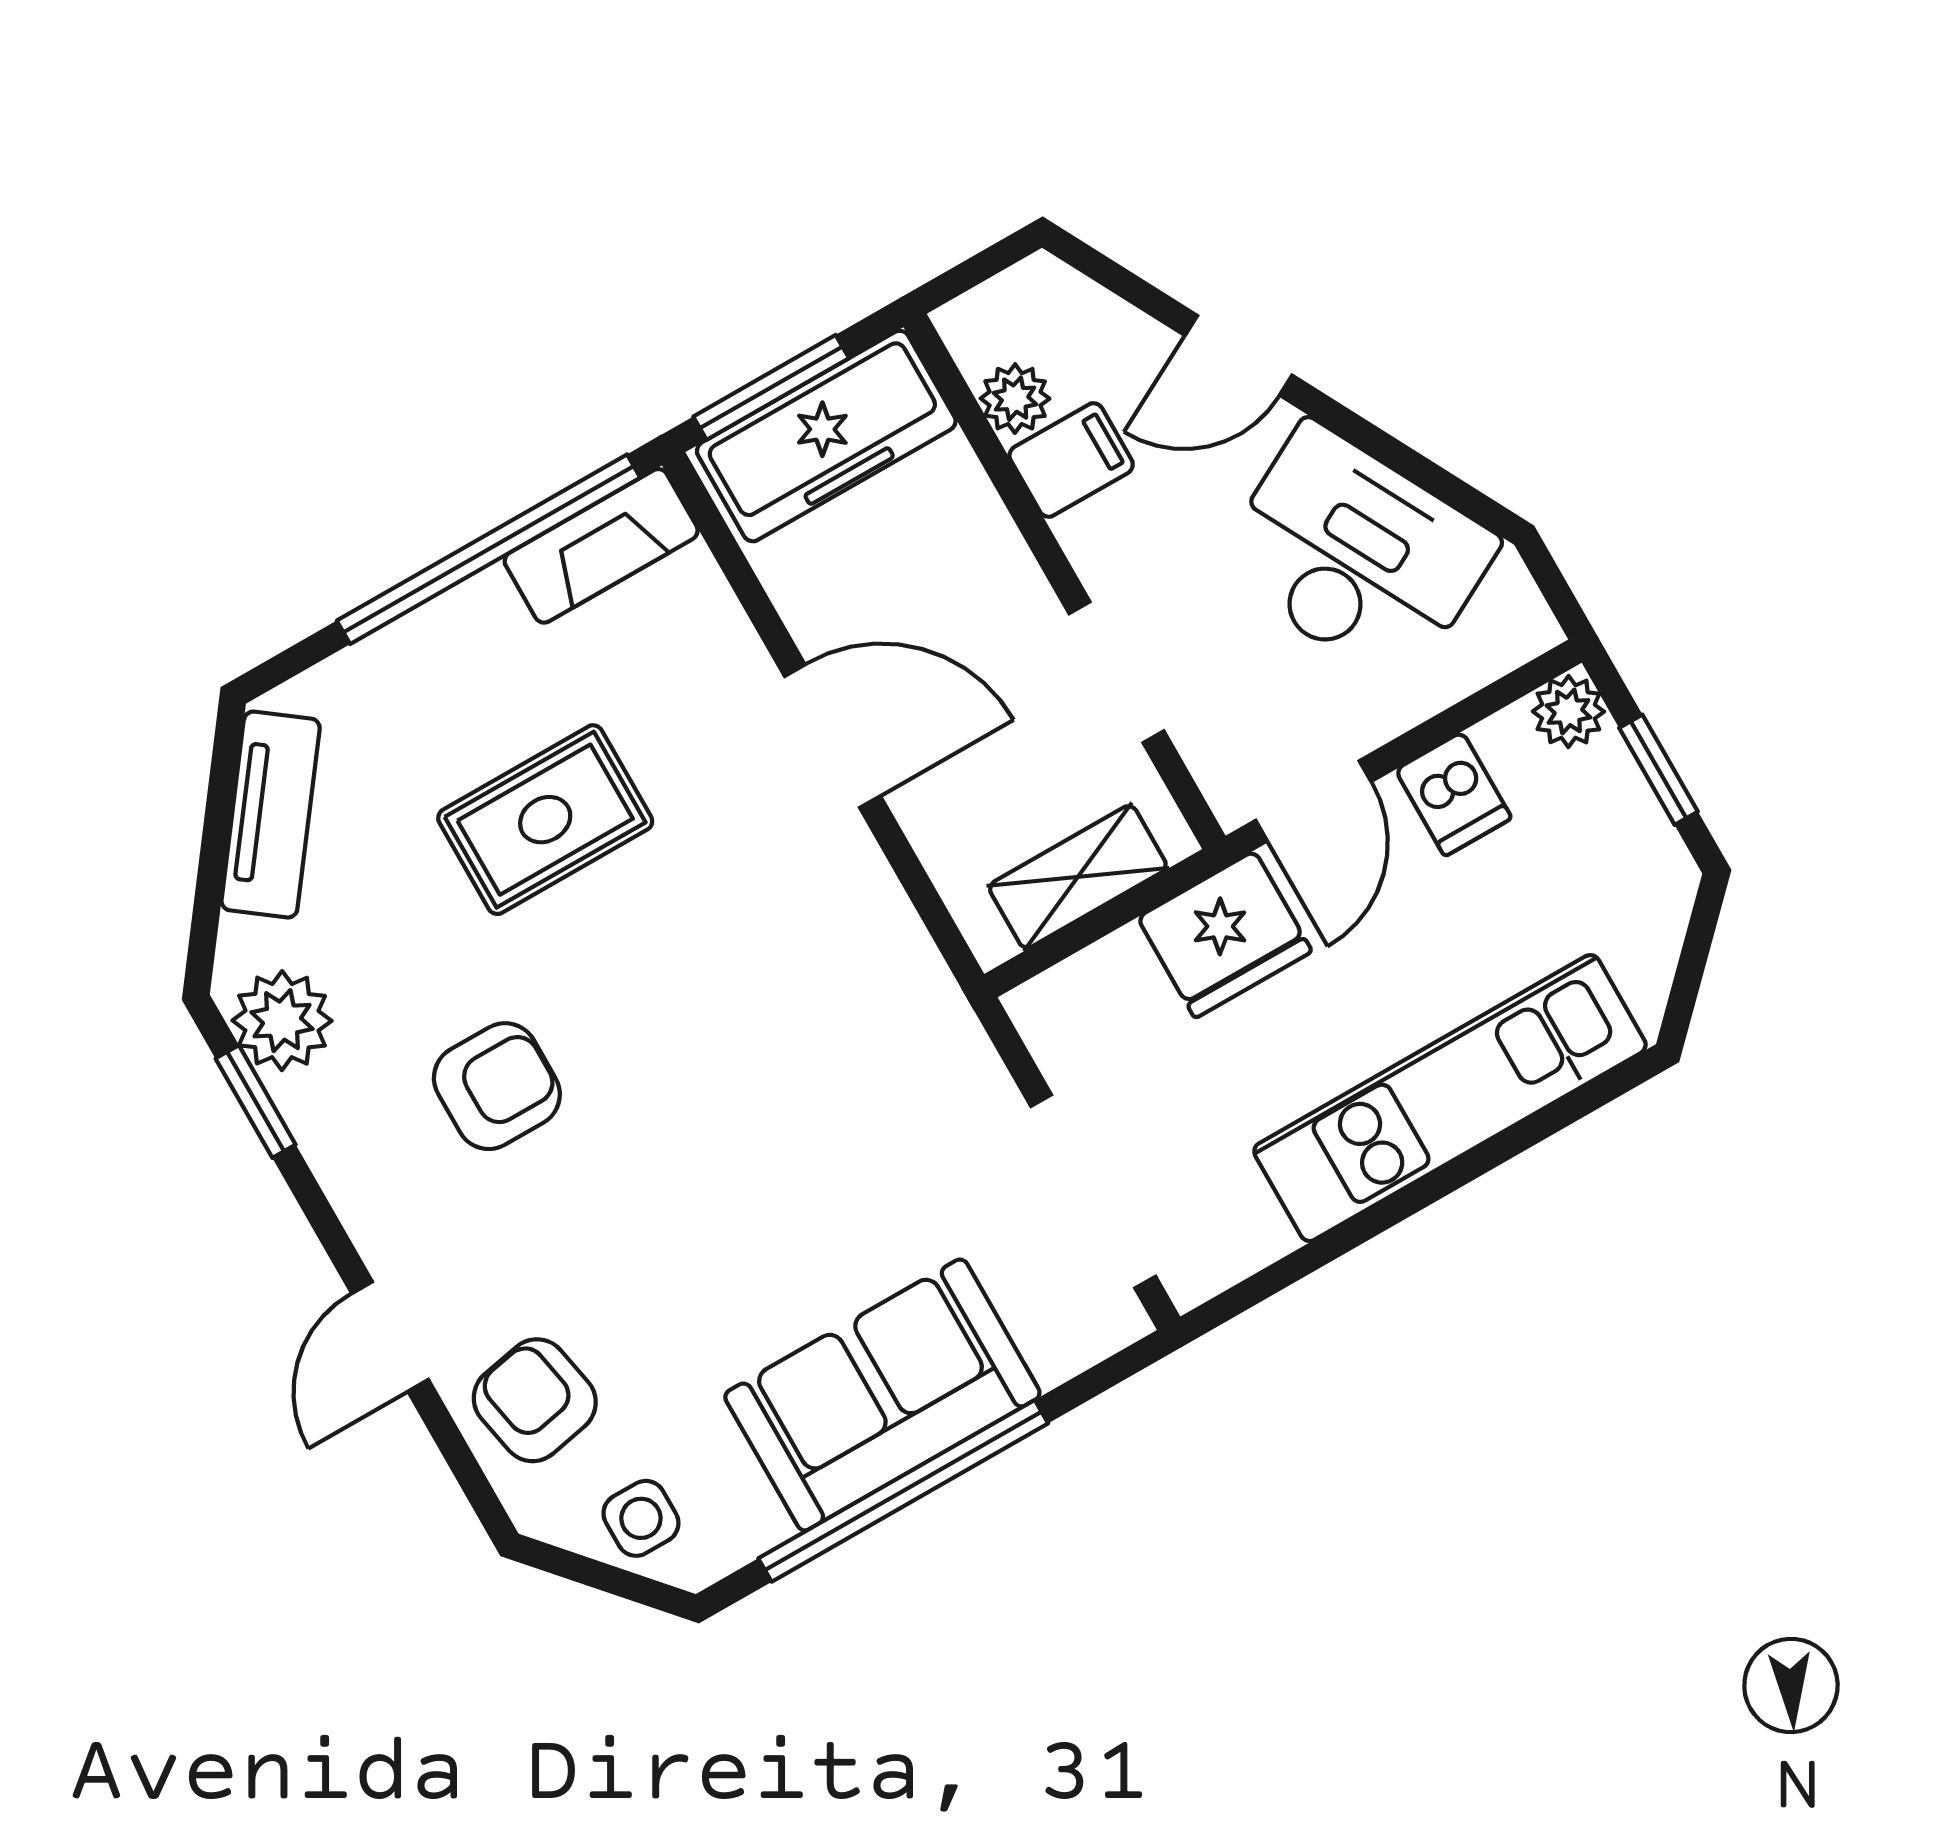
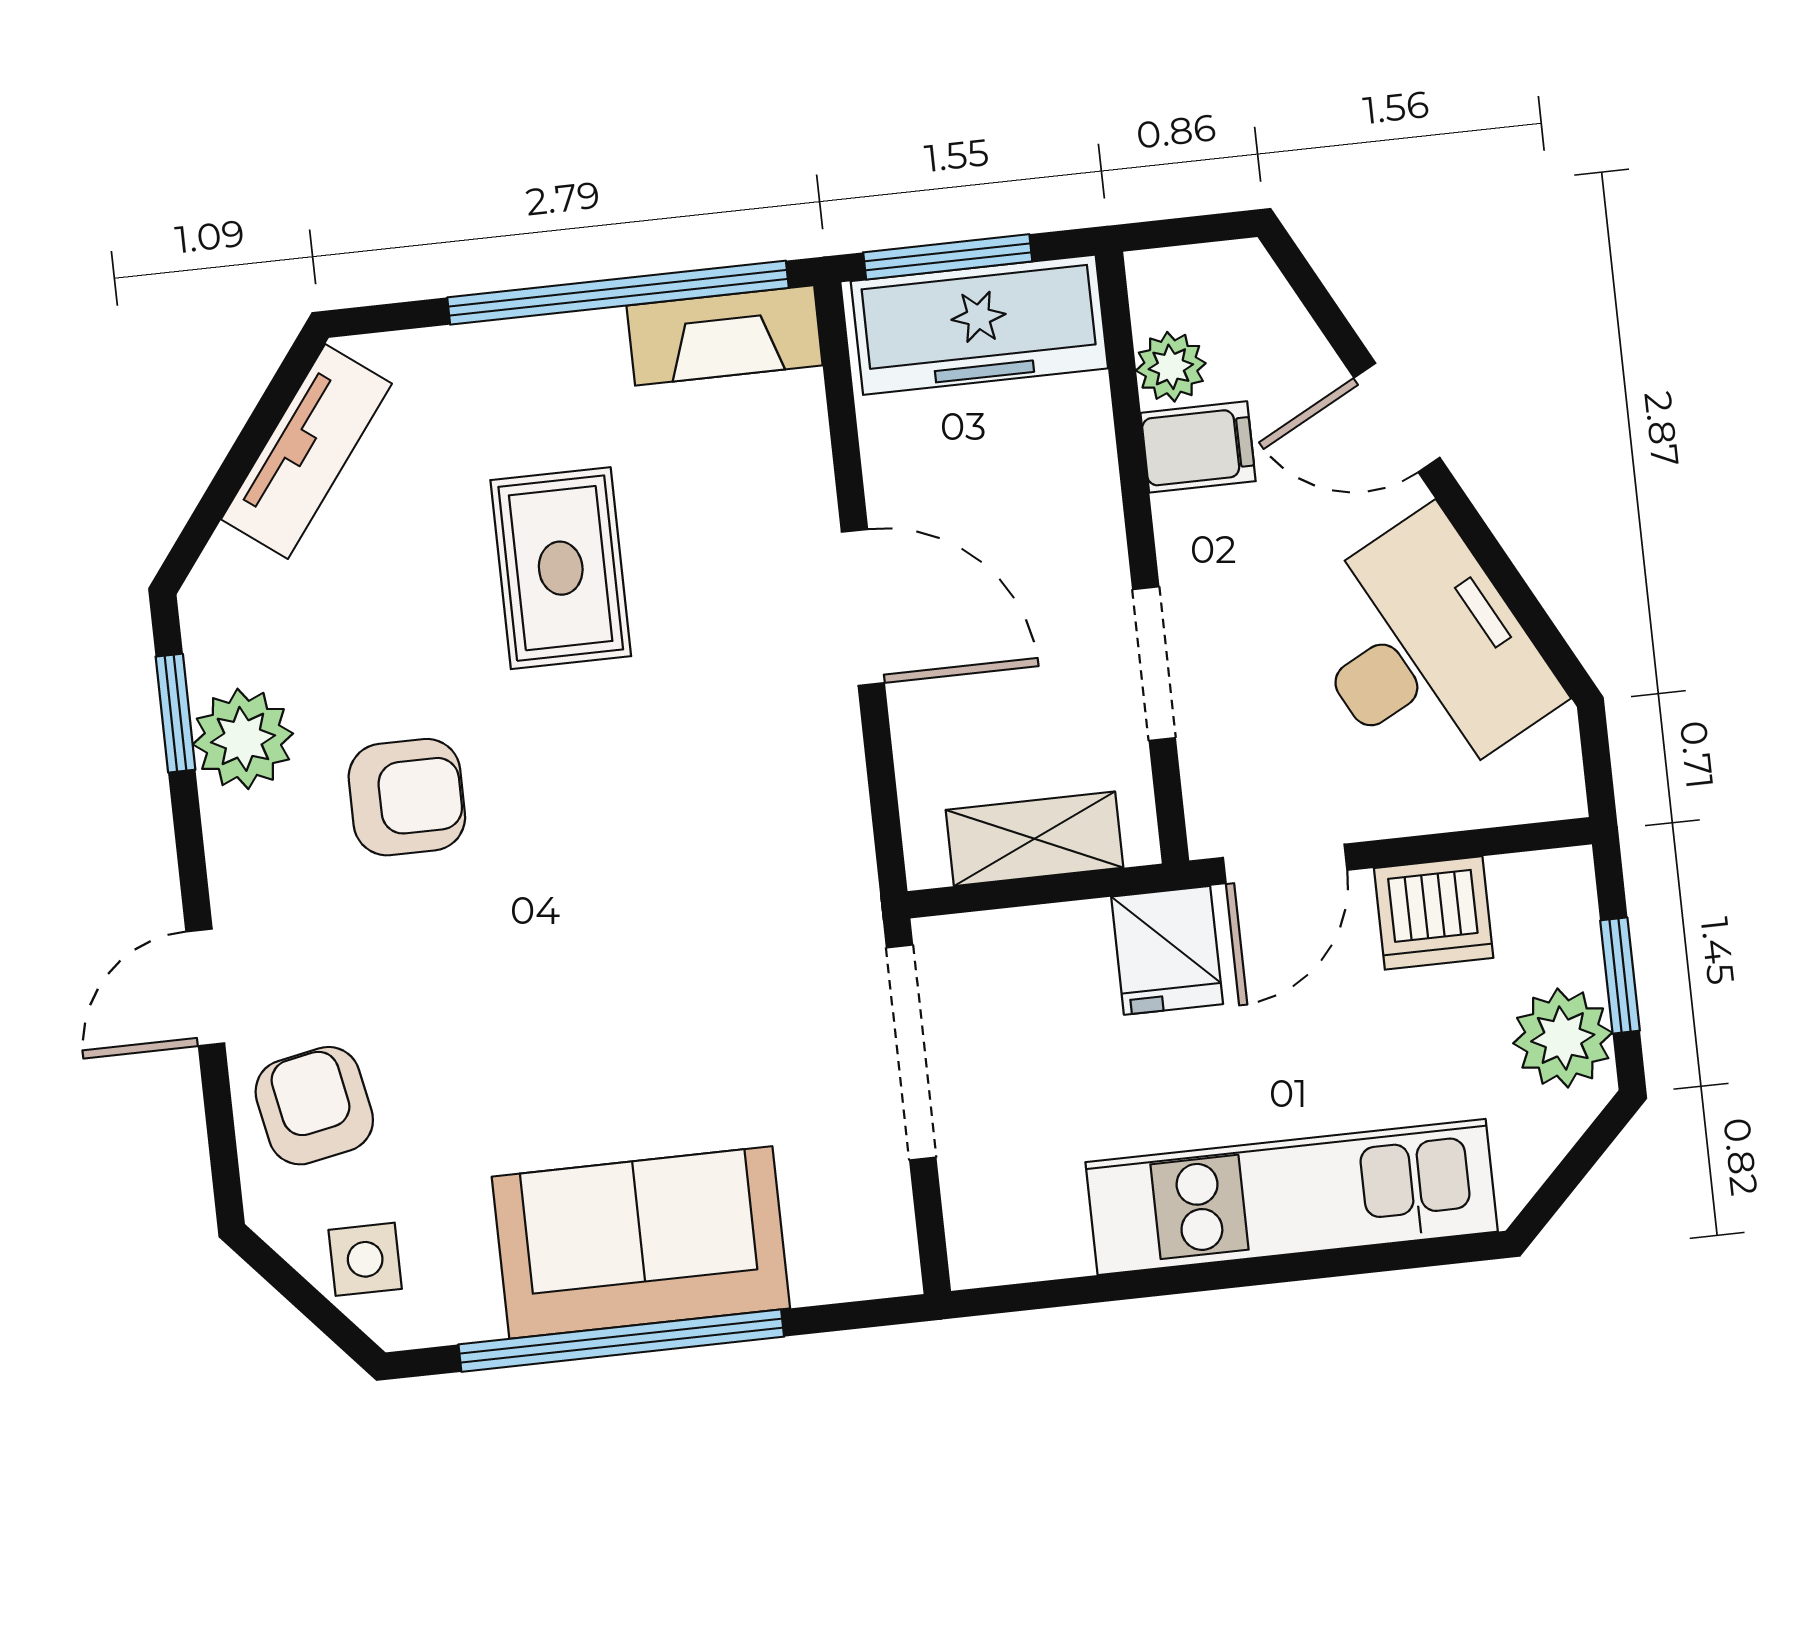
plant: (1568, 711) -> (1563, 1038), moved, width x1.38, depth x1.38
dishwasher: (1453, 794) -> (1434, 913), width x1.38
rug: (545, 820) -> (561, 568), turned 90
fridge: (1225, 934) -> (1167, 950), width x0.72
plant: (282, 1021) -> (243, 739), moved
doorway: (1093, 1191) -> (911, 1052), moved

